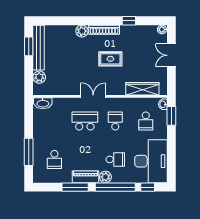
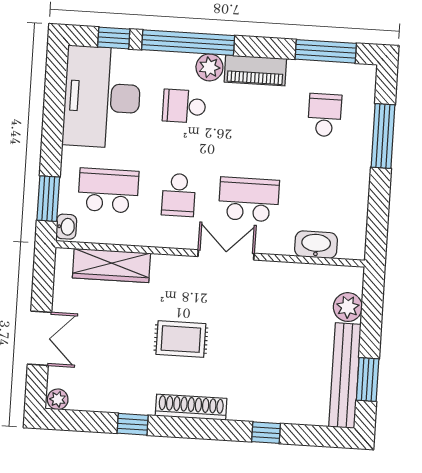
window: (71, 21) -> (266, 433), added
plant: (82, 31) -> (242, 407), removed
double door: (93, 96) -> (226, 255), swing flipped
washbasin: (43, 103) -> (316, 245), moved
school desk: (85, 121) -> (249, 199), turned 180
school desk: (146, 121) -> (108, 191), width x1.85
window: (75, 187) -> (326, 51), moved

